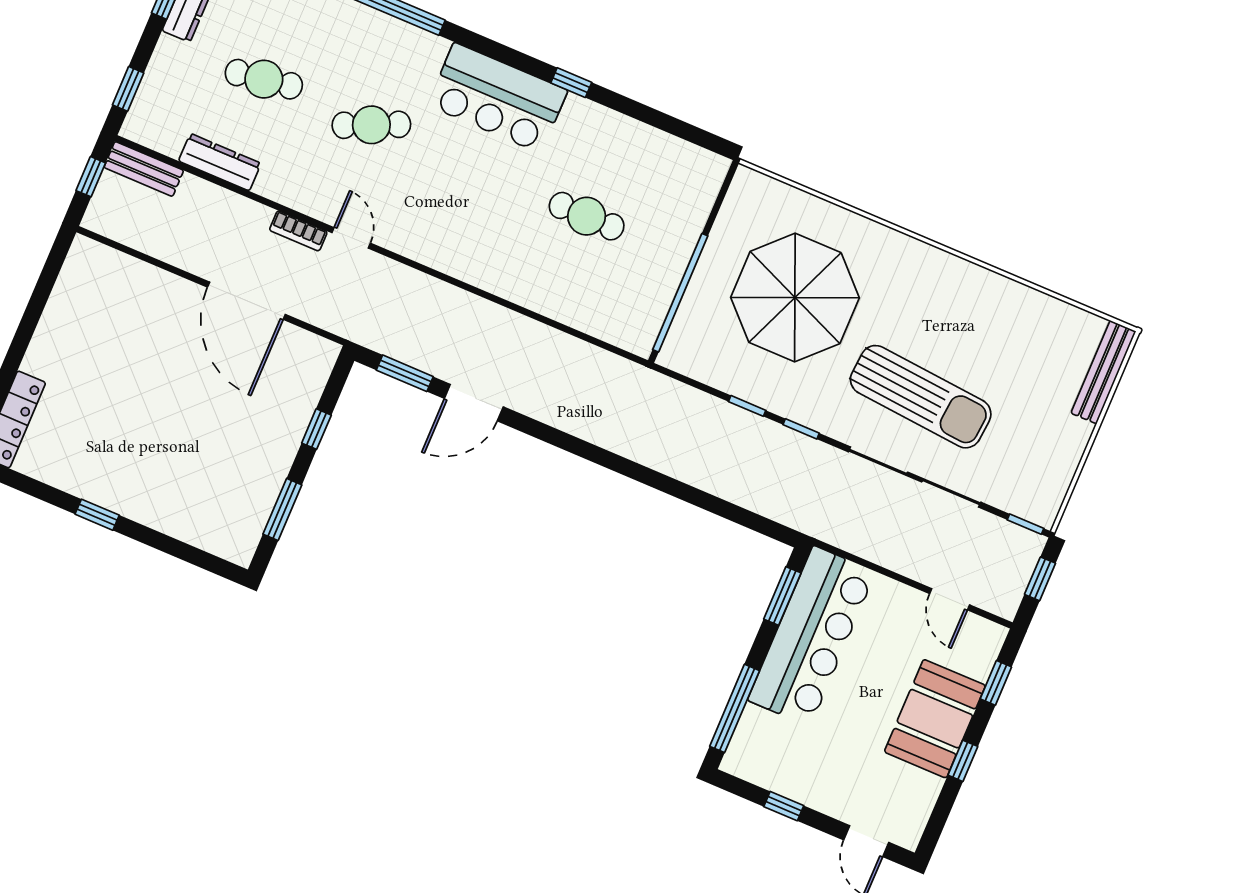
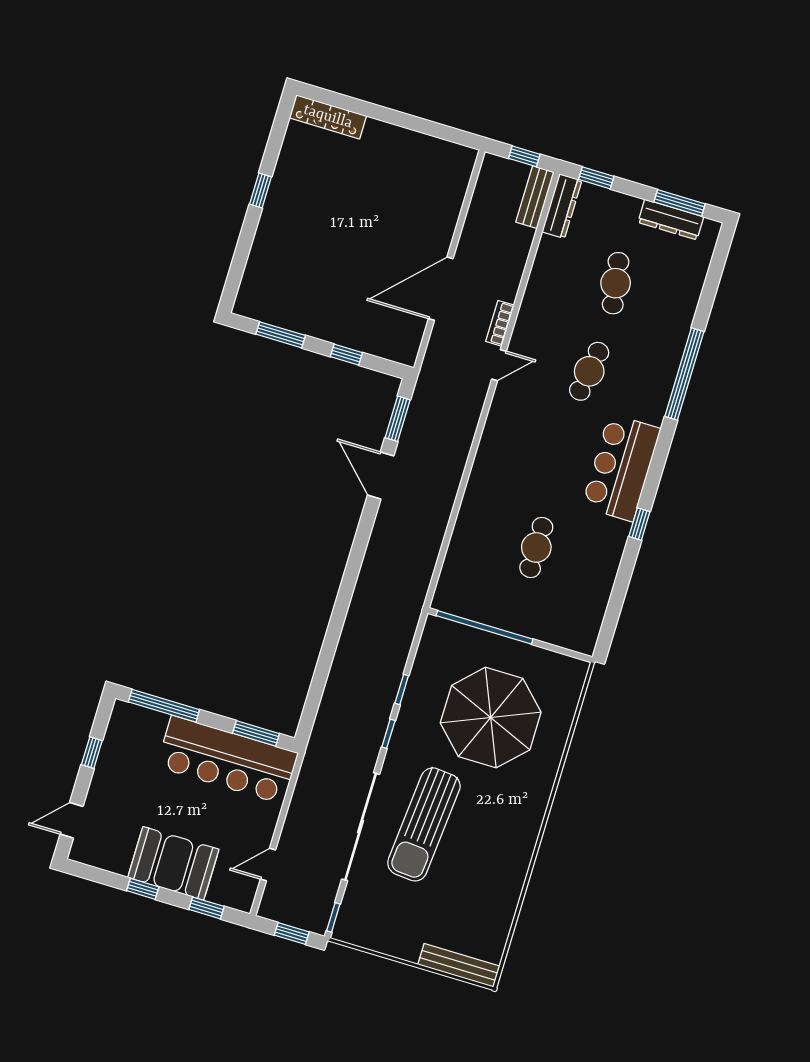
cafe table: (371, 125) -> (589, 371), turned 33
dresser: (220, 162) -> (562, 206), moved

